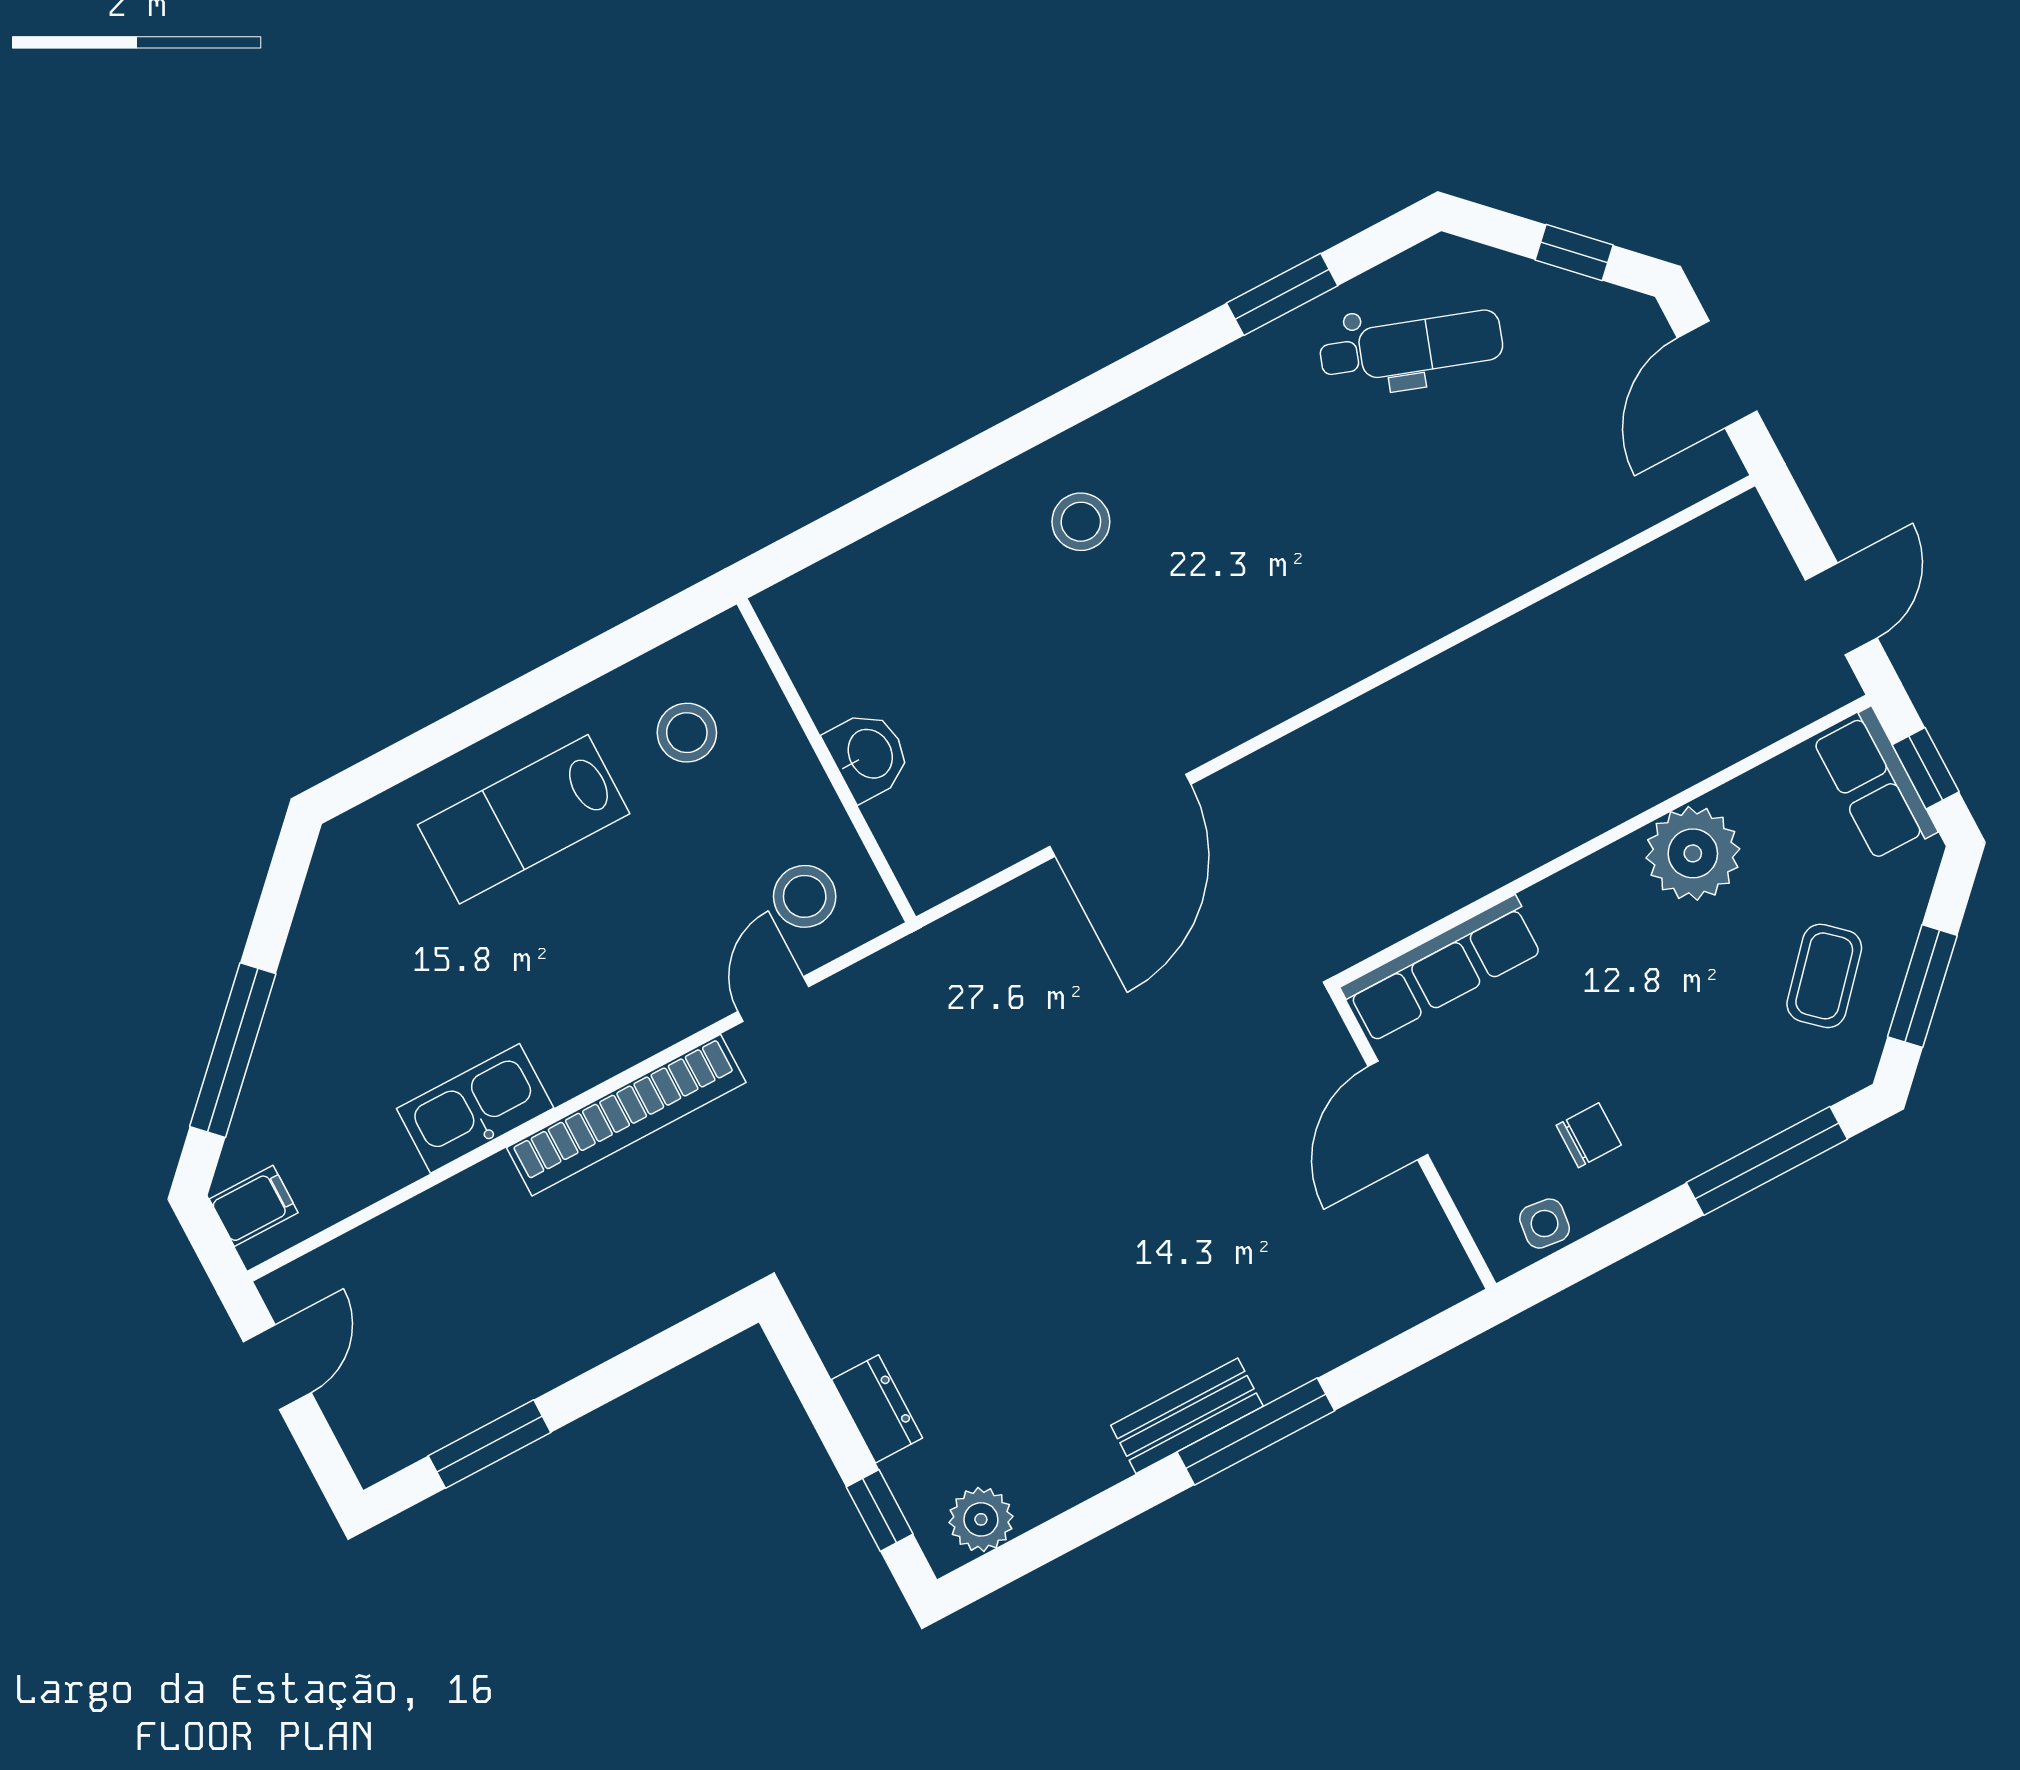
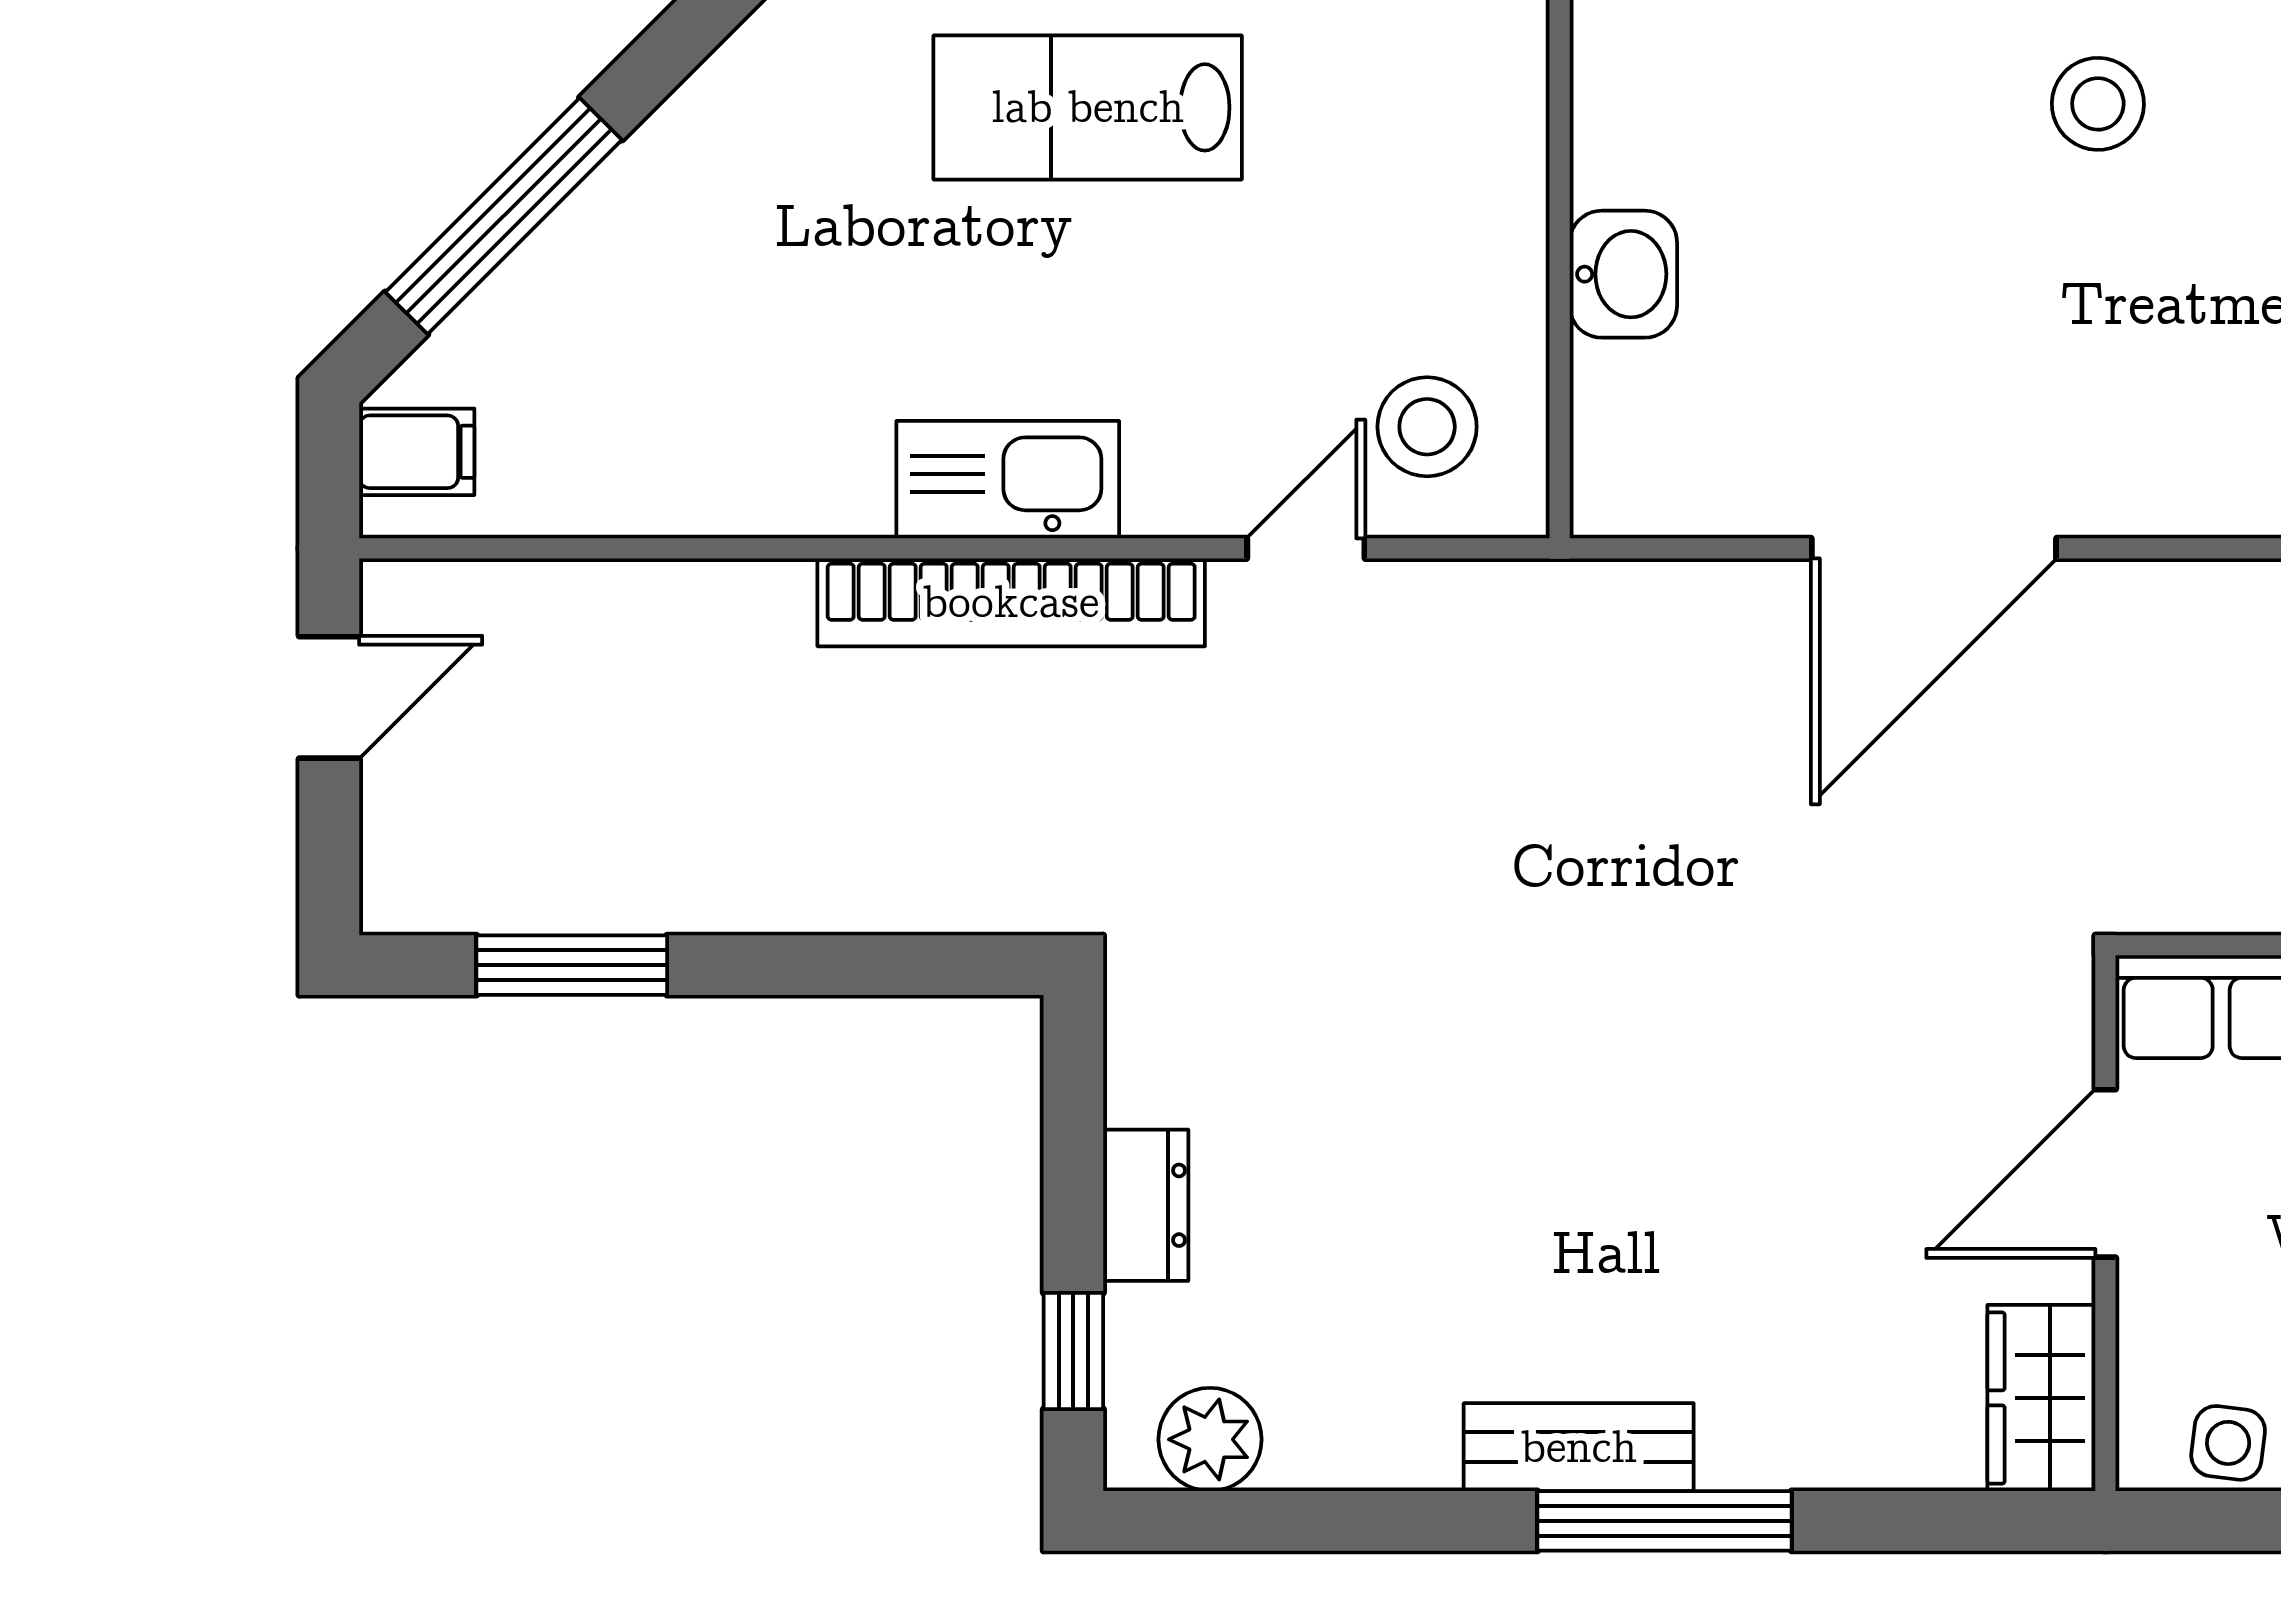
stool: (687, 733) -> (1383, 107), removed
kitchen sink: (475, 1108) -> (1008, 480), moved
wardrobe: (1428, 1253) -> (2041, 1398), added

